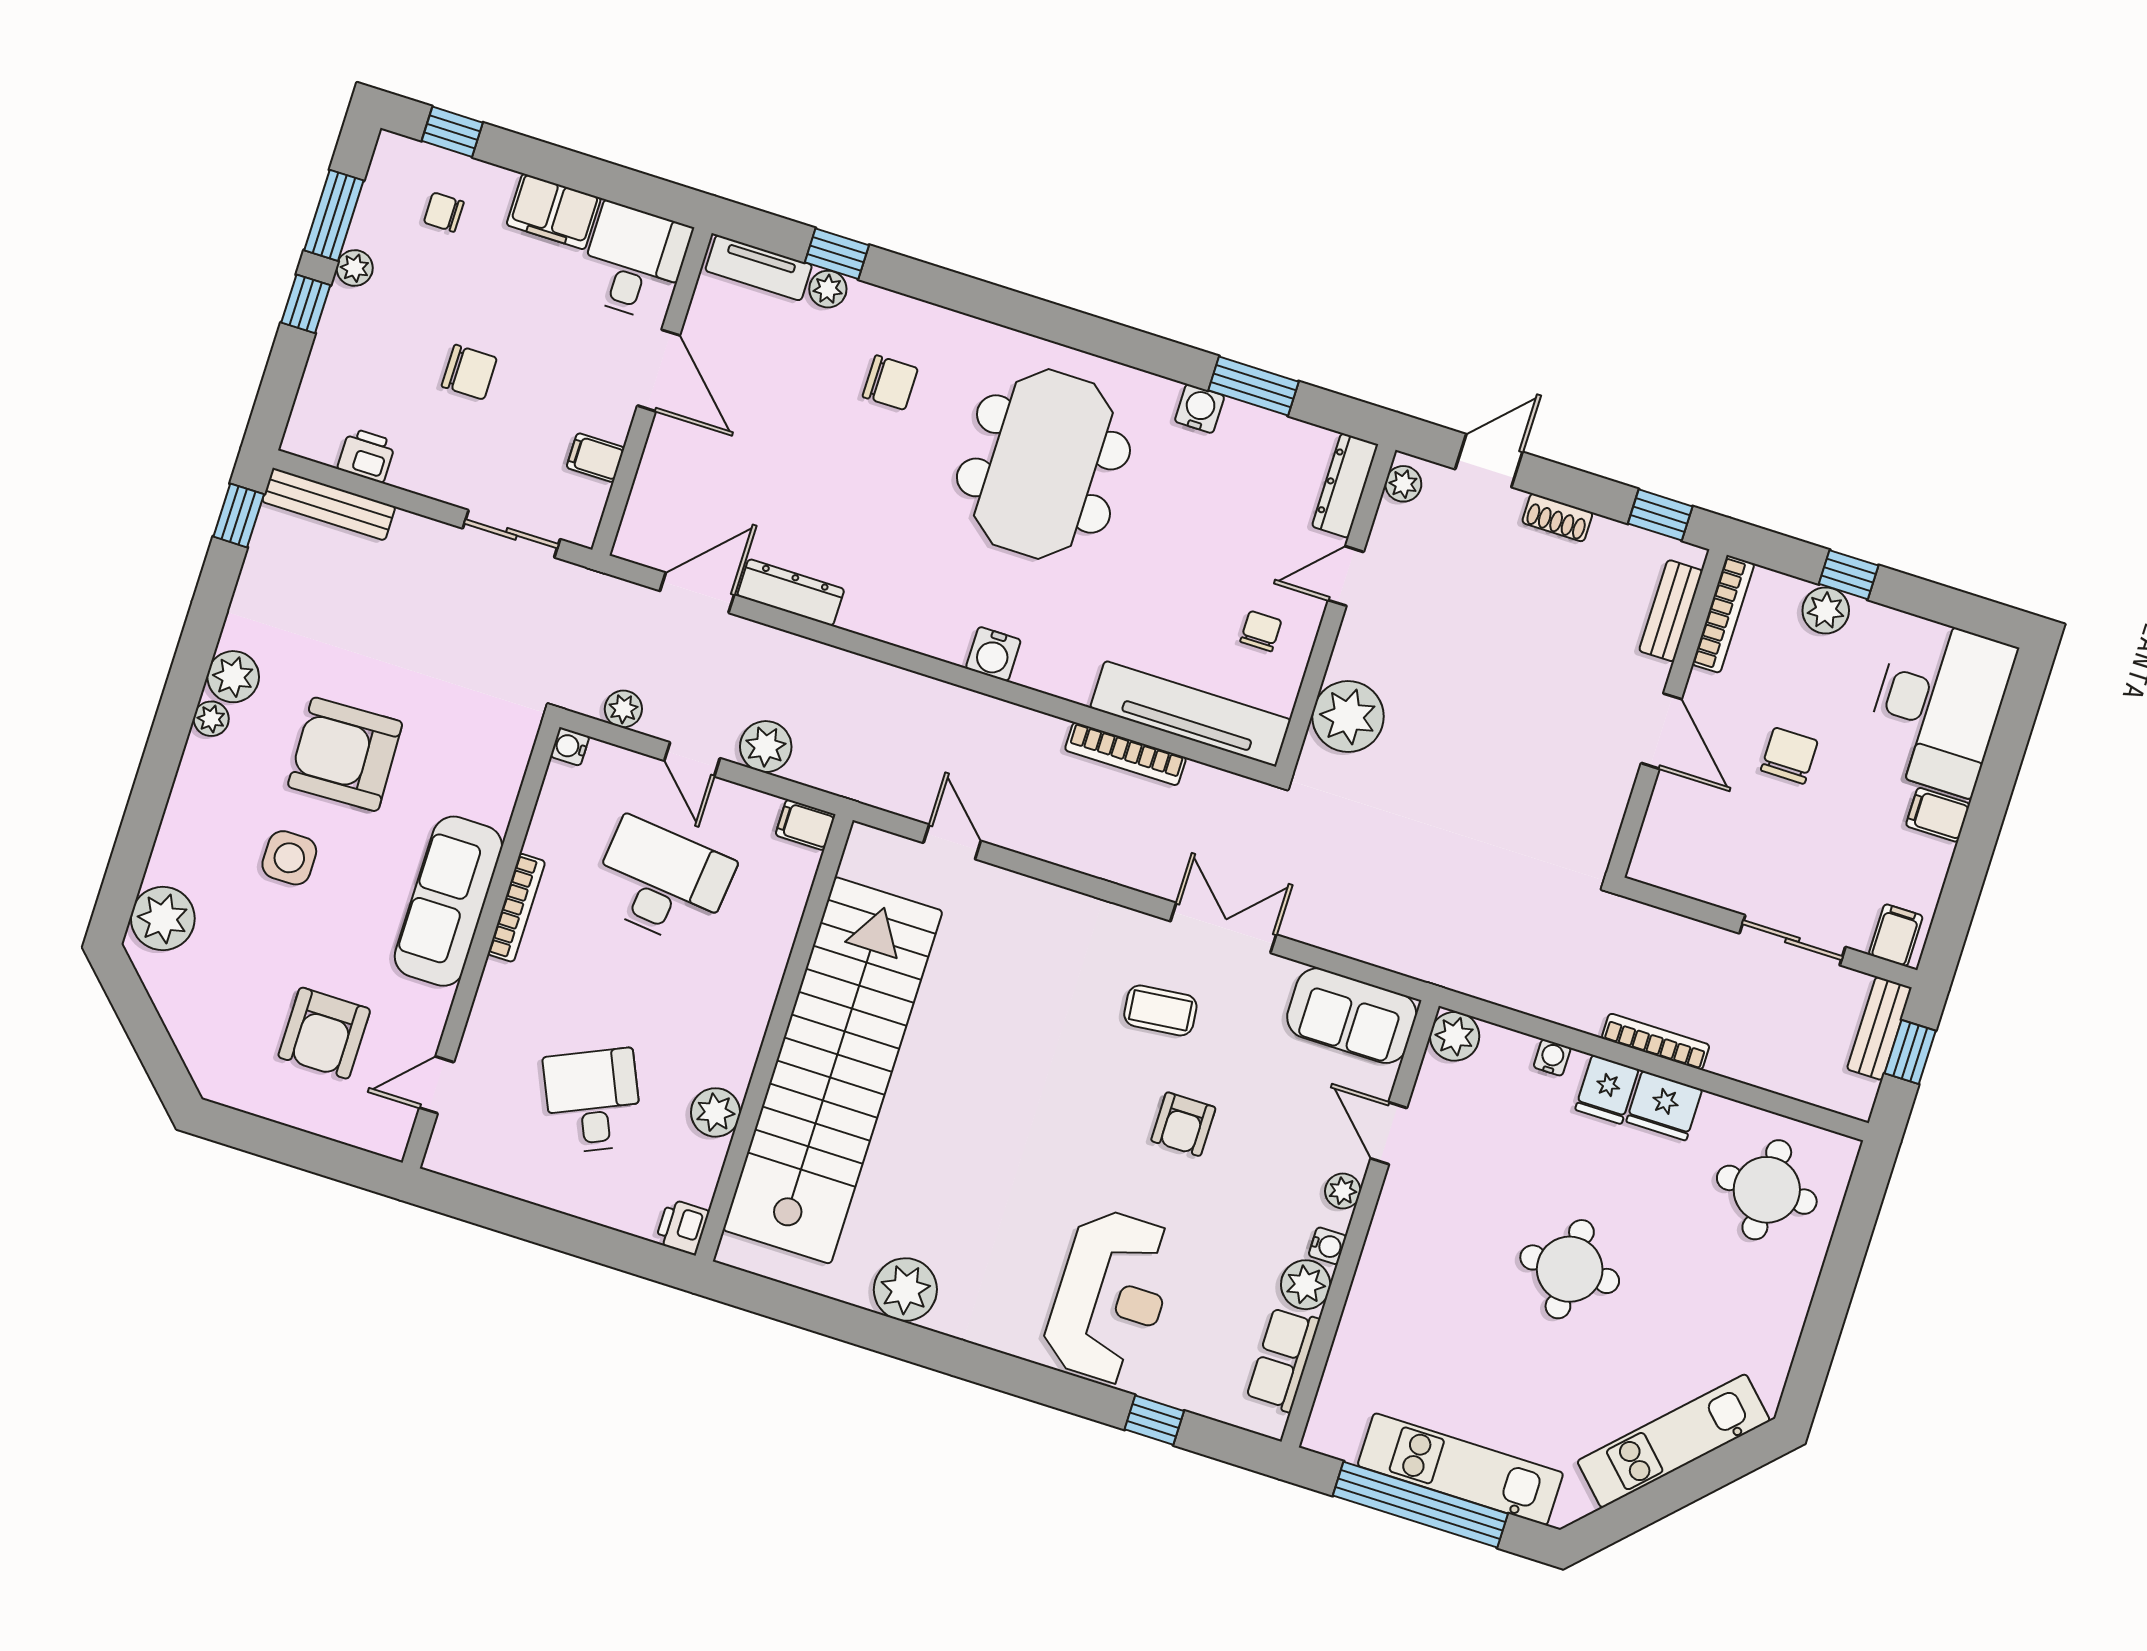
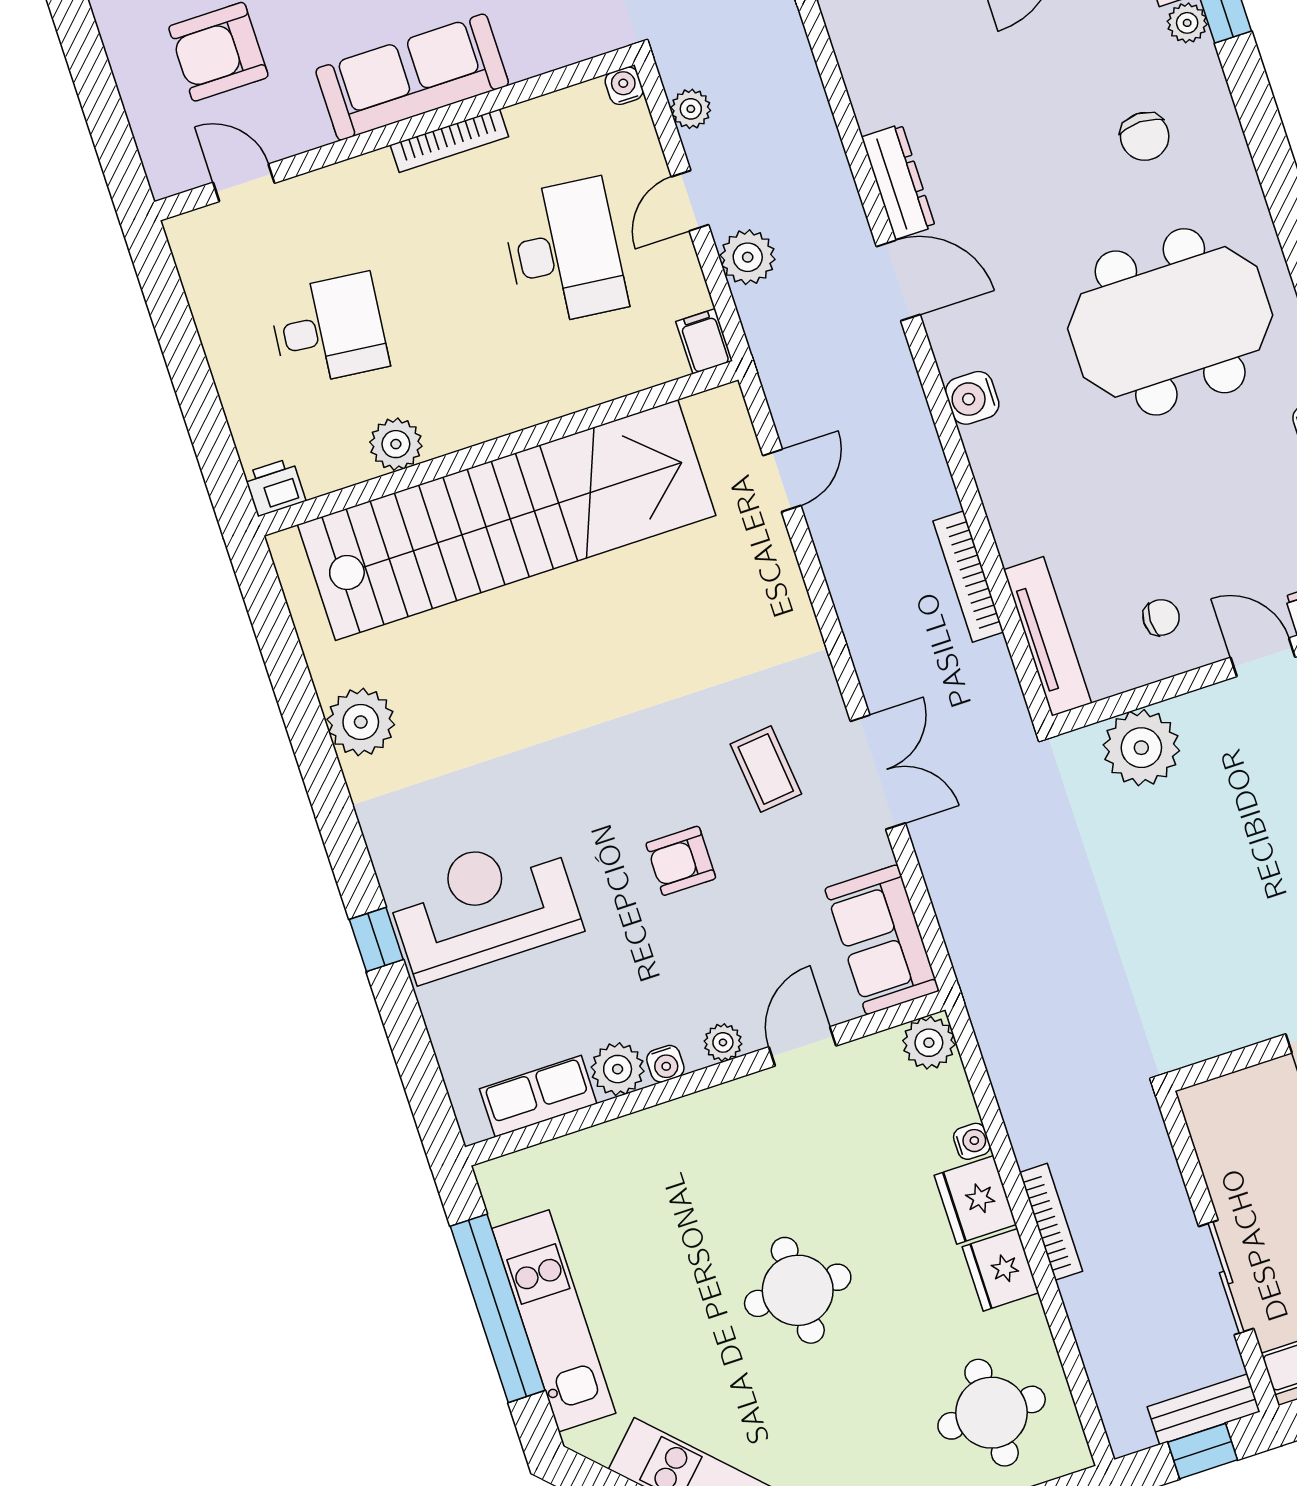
door: (697, 593) -> (898, 280), moved
tv unit: (1190, 714) -> (1047, 636), width x0.73, depth x0.78
fridge: (1607, 1089) -> (975, 1200), width x1.38
desk: (593, 1101) -> (329, 329), turned 30
reception desk: (1111, 1297) -> (484, 906), turned 180
window: (1154, 1420) -> (376, 939), moved

